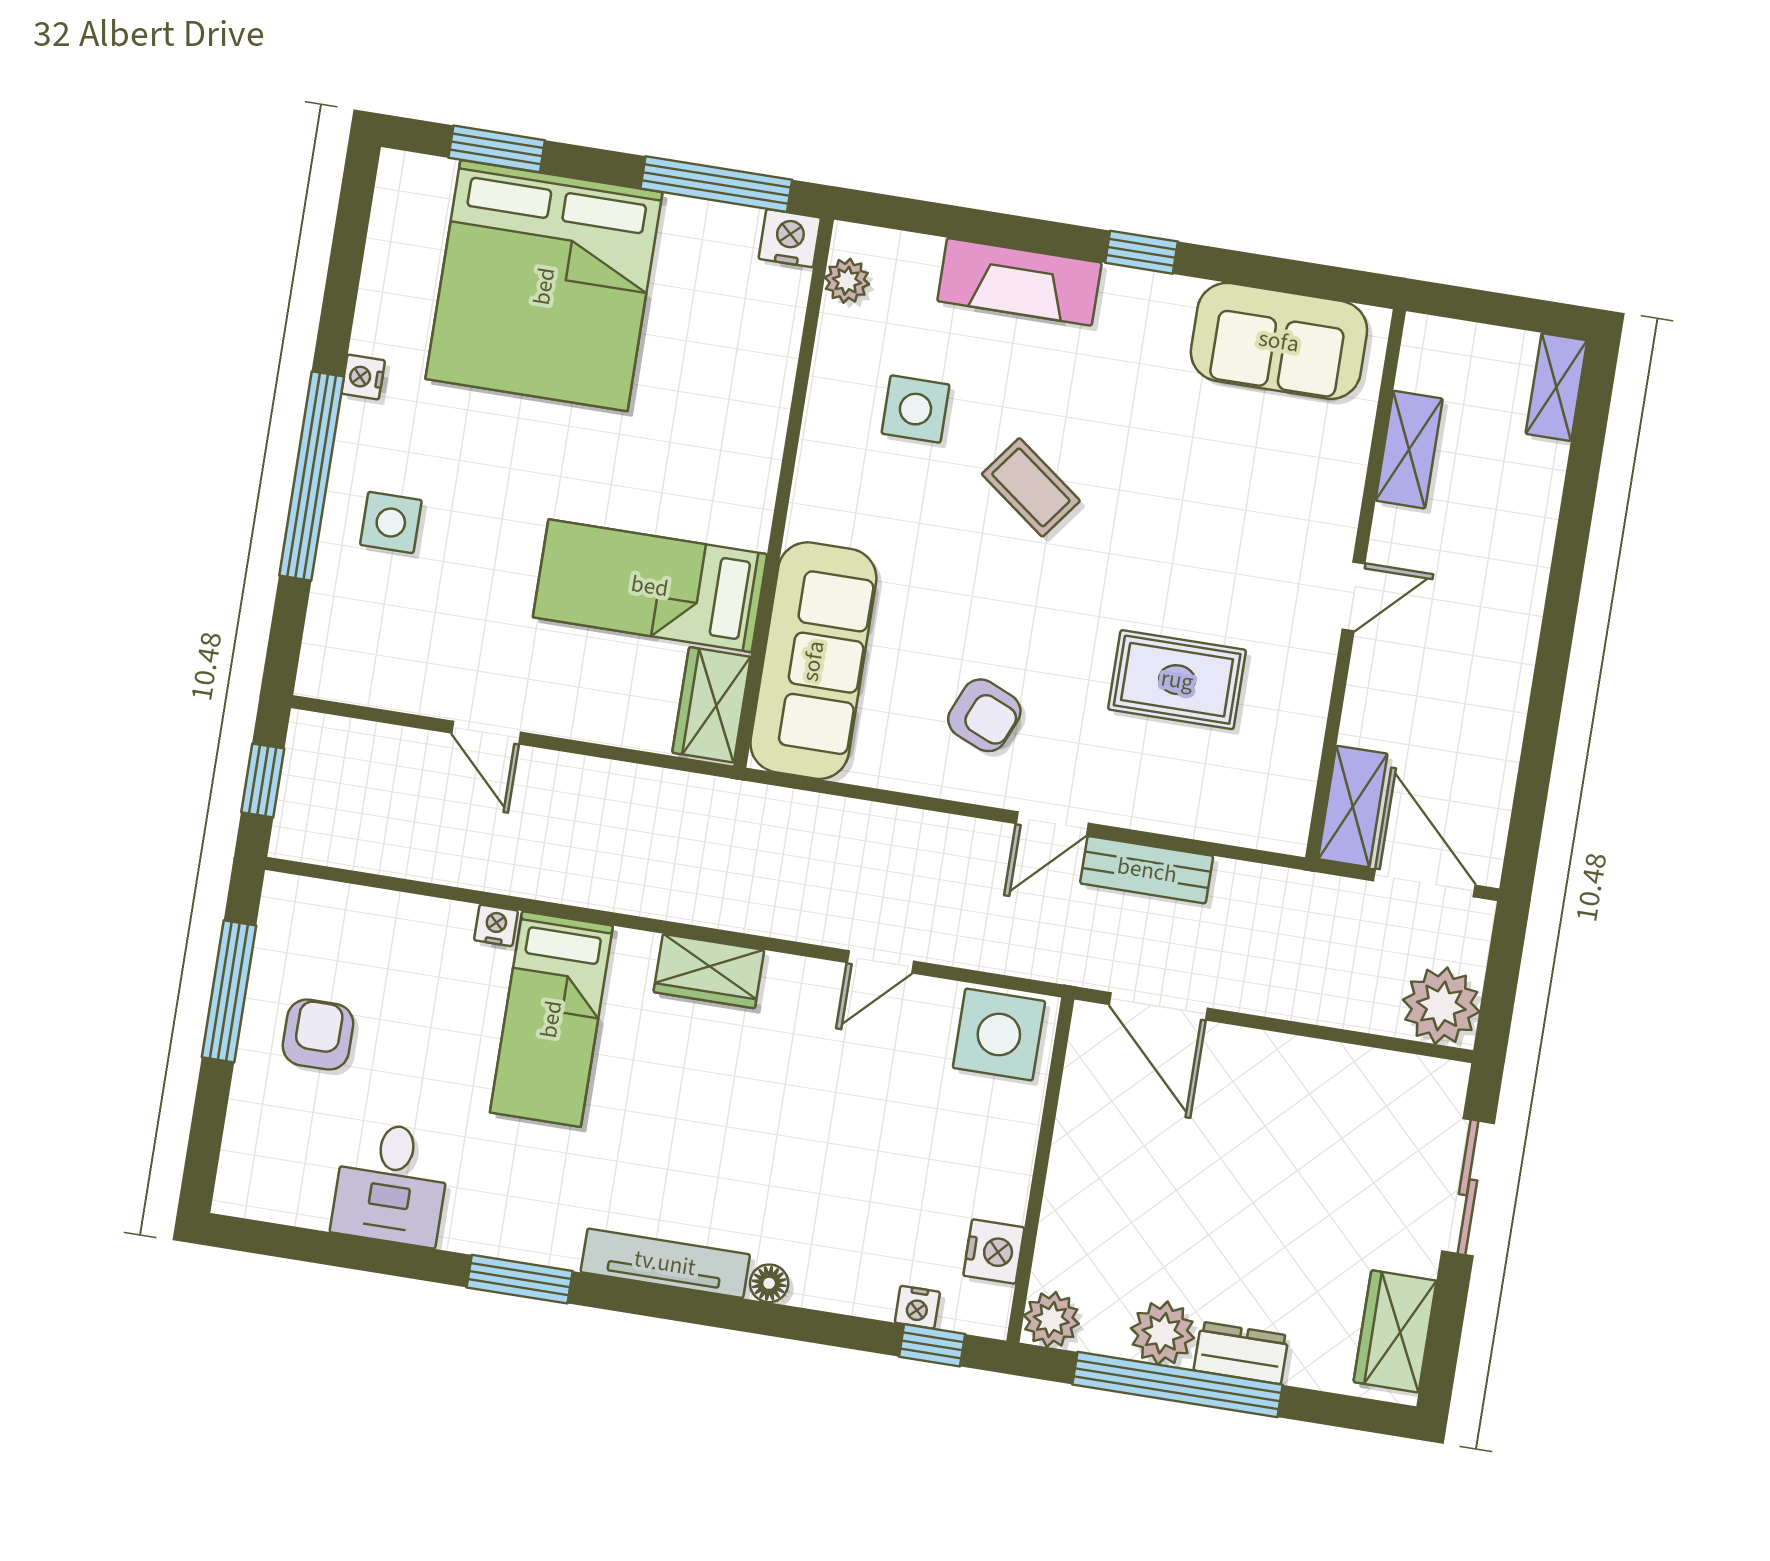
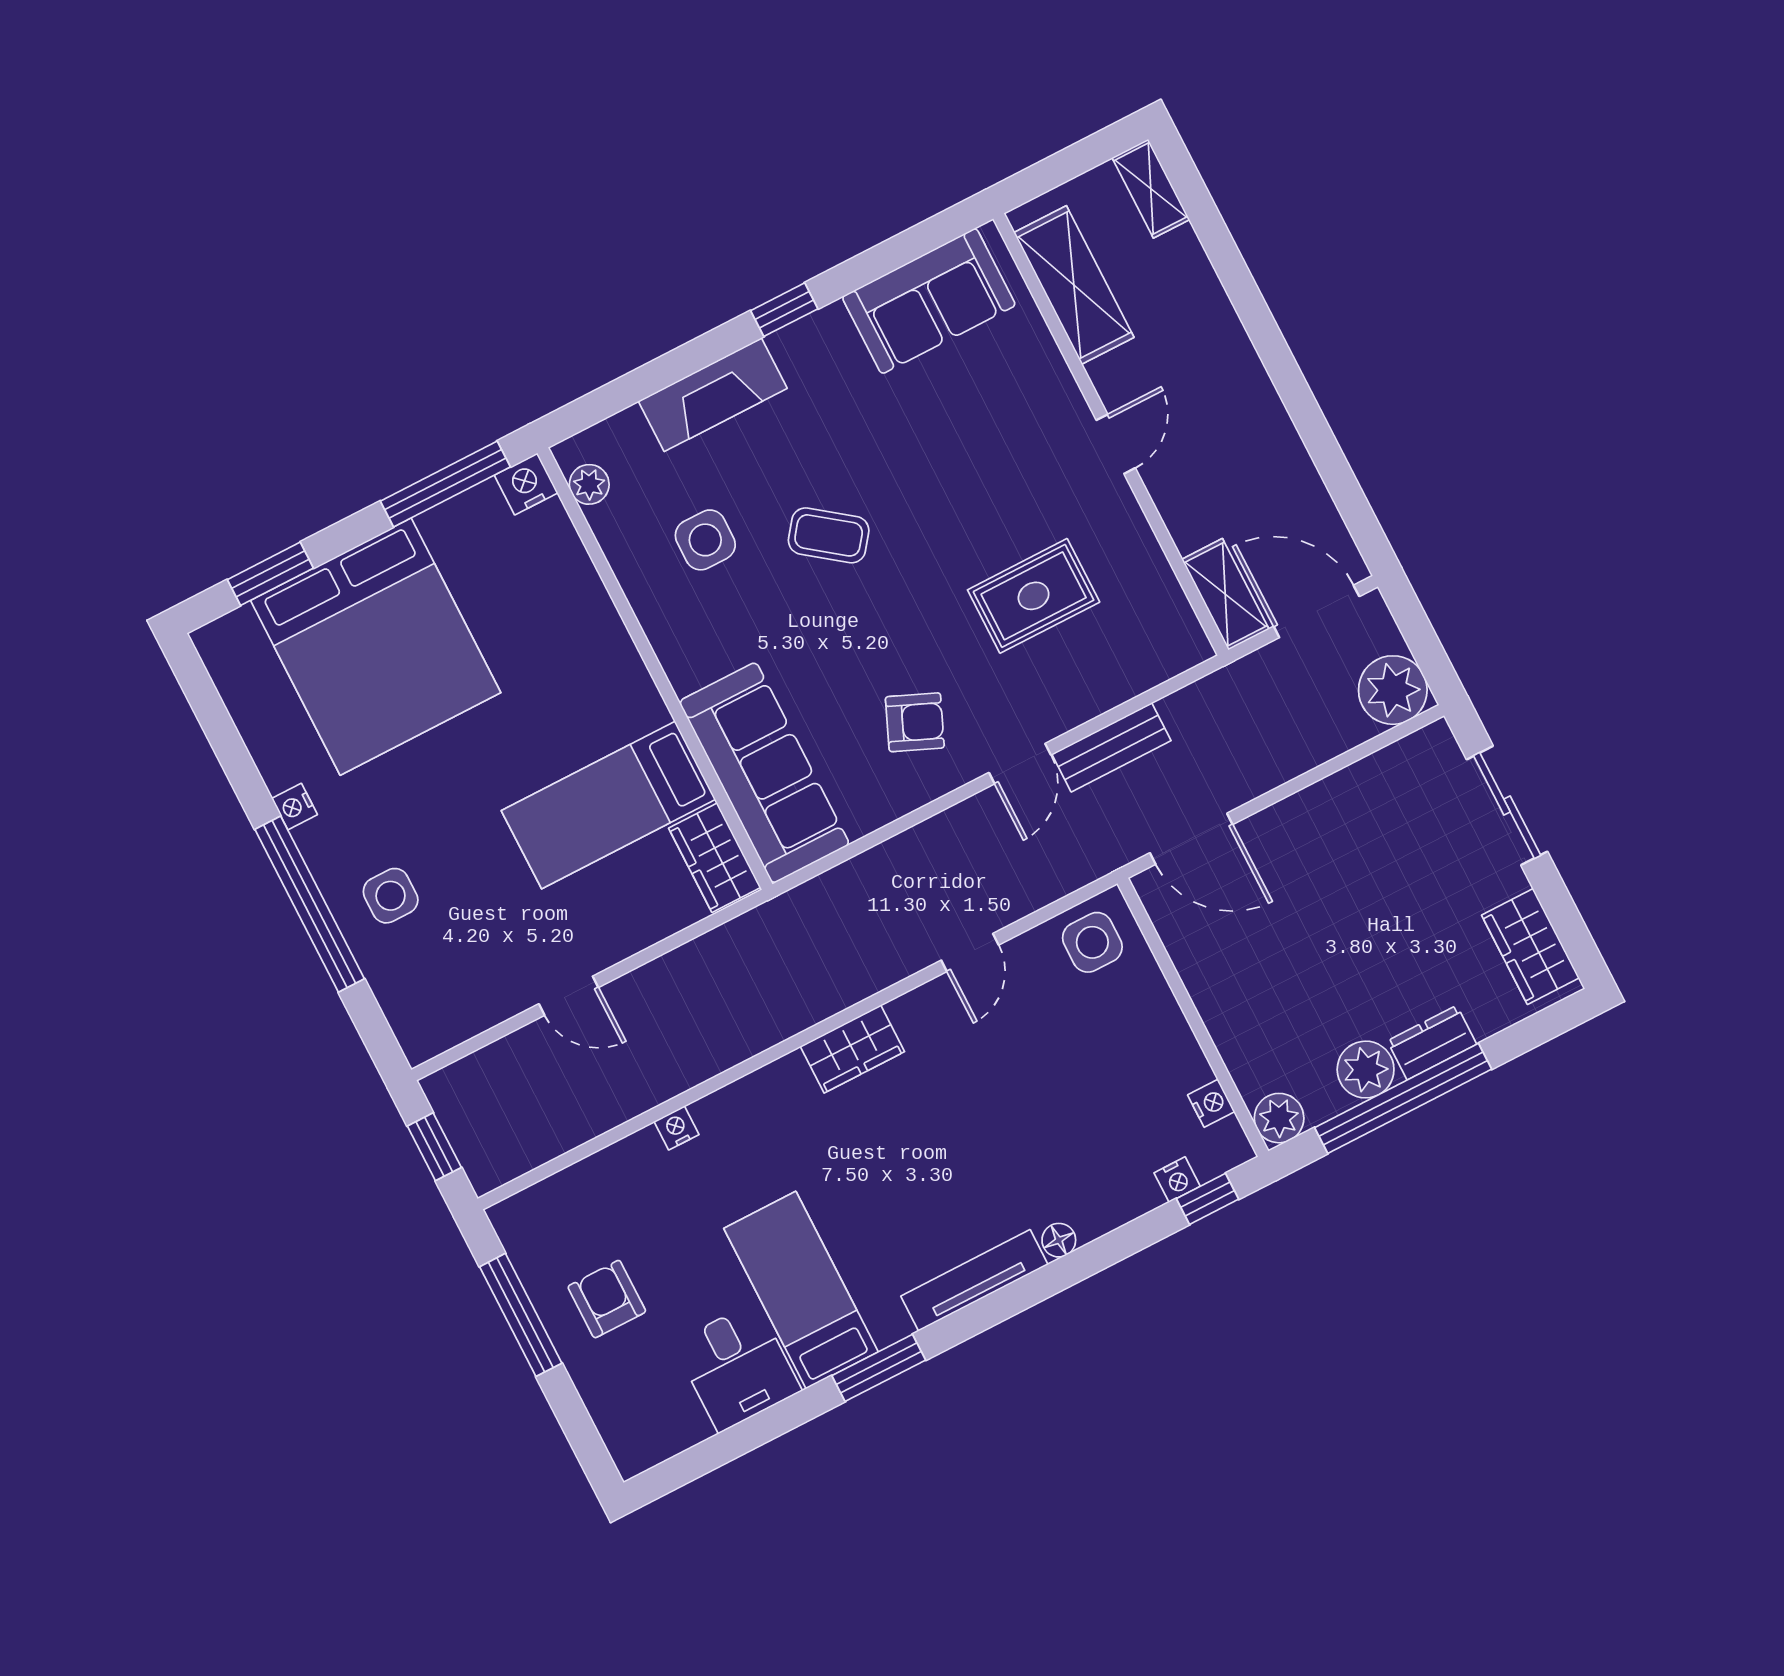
shelving: (1409, 450) -> (1074, 285), width x1.50, depth x1.33
bed: (551, 1019) -> (801, 1290), moved, turned 180
side table: (999, 1035) -> (1092, 942), width x0.73, depth x0.73
nightstand: (994, 1252) -> (1211, 1103), width x0.72, depth x0.74

